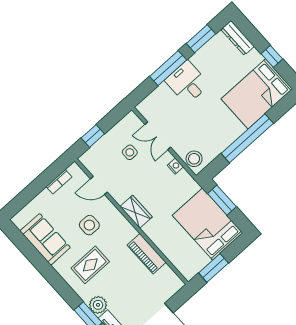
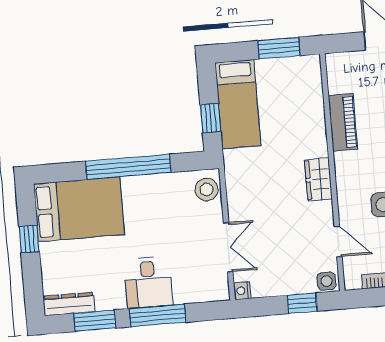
dresser: (238, 38) -> (69, 304), moved, turned -90
side table: (130, 152) -> (326, 281), moved
nightstand: (175, 166) -> (242, 291), moved
window: (222, 200) -> (211, 118), width x0.67
bed: (208, 224) -> (238, 104), width x0.67

